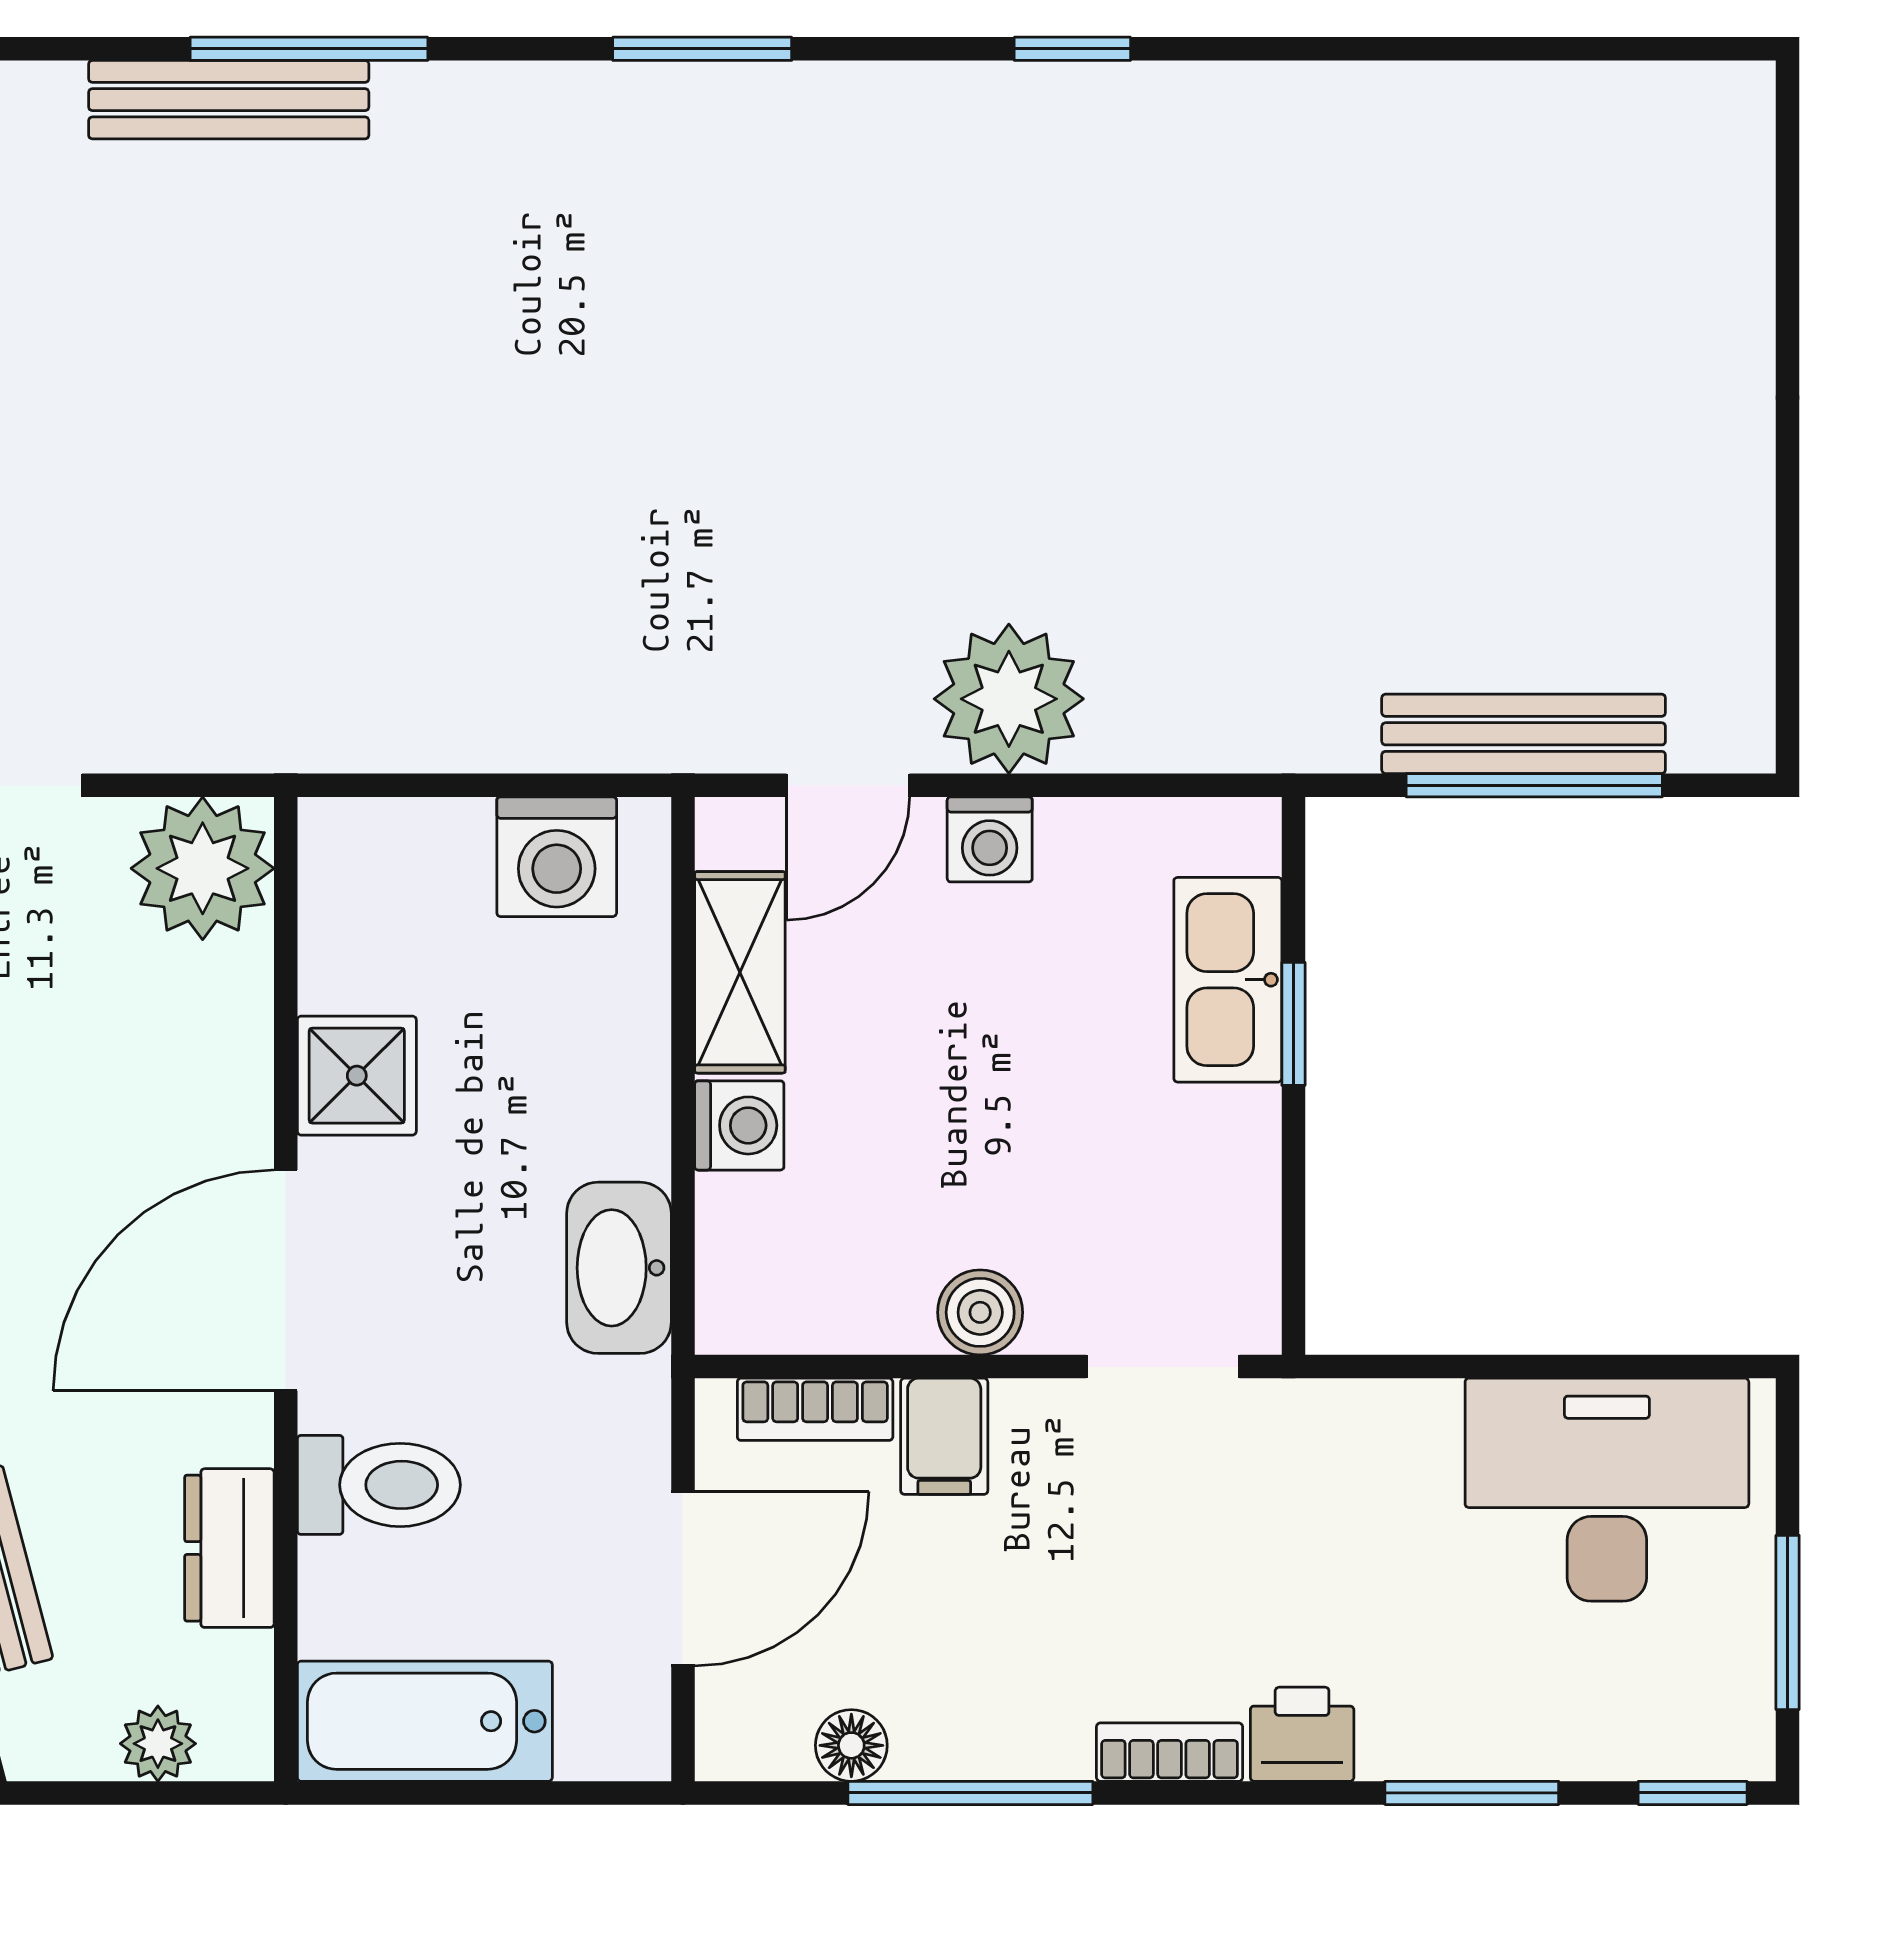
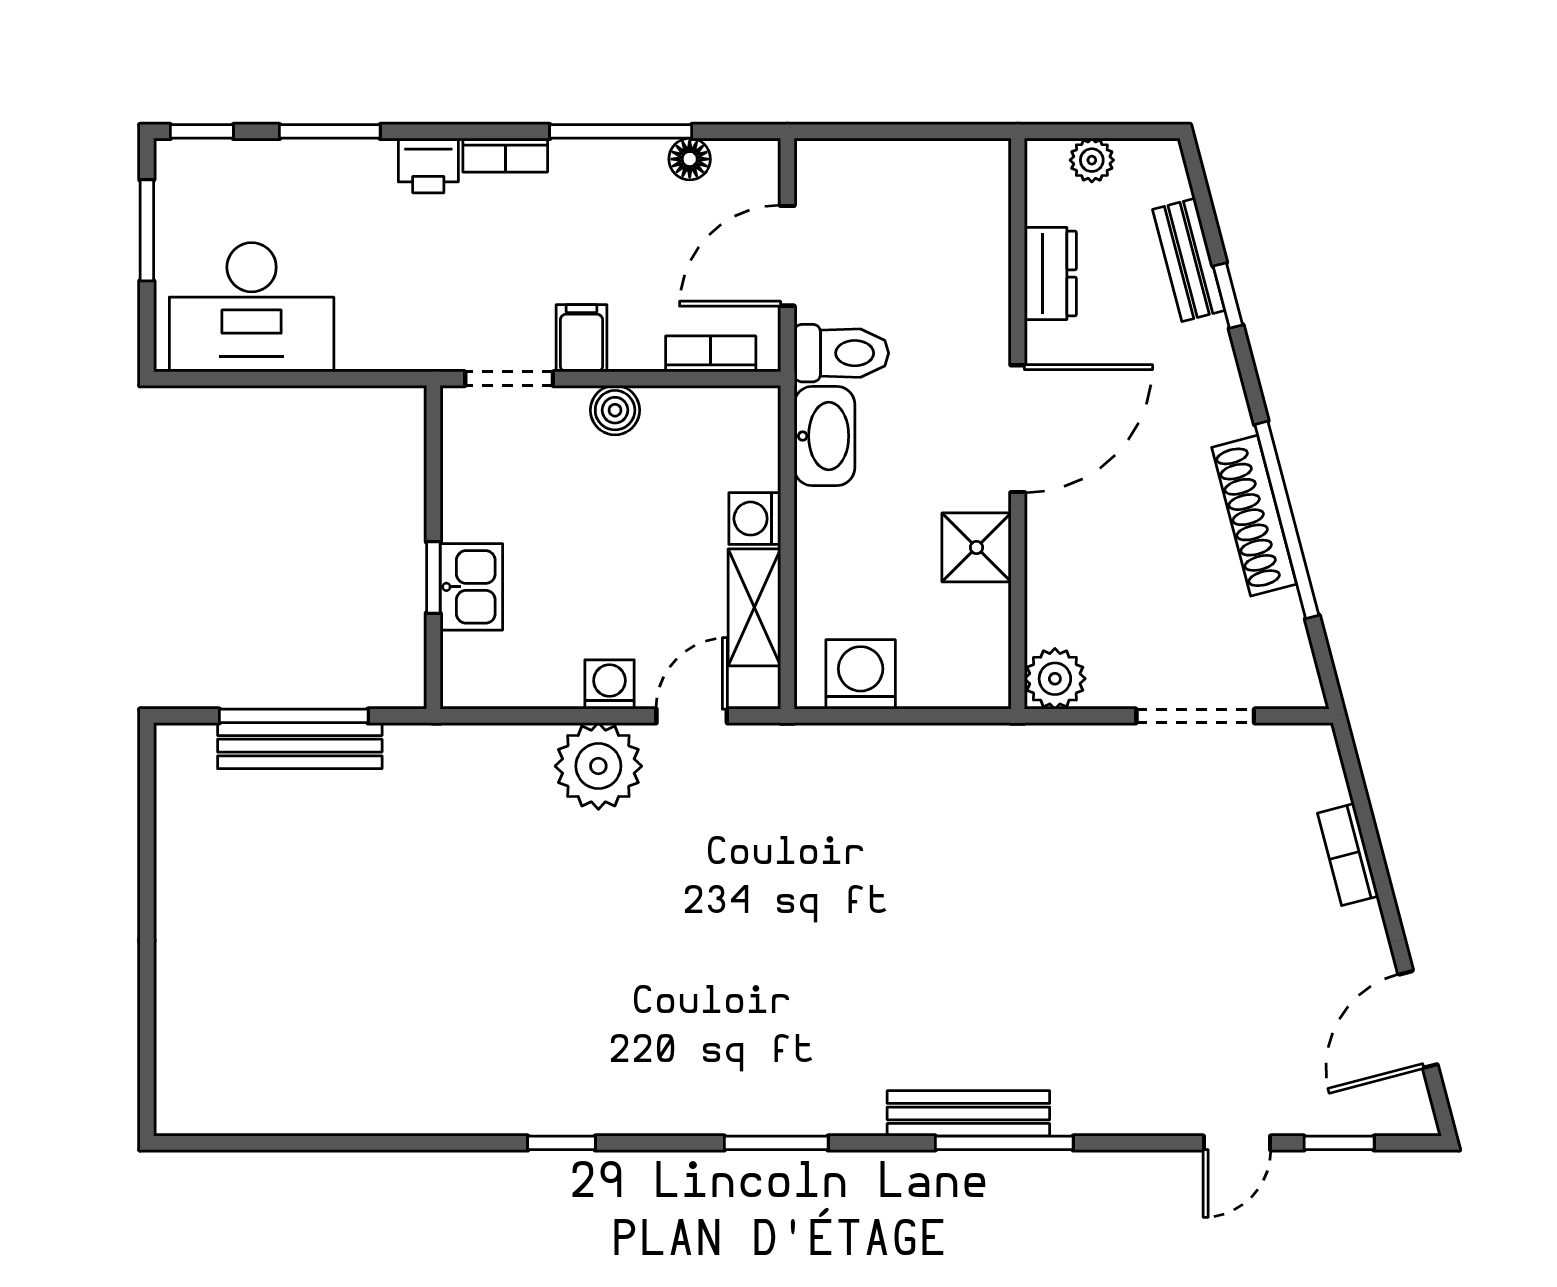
bench: (229, 100) -> (968, 1113), moved
plant: (203, 868) -> (1055, 679), width x0.73, depth x0.73
kitchen sink: (1228, 980) -> (471, 587), width x0.73
filing cabinet: (944, 1436) -> (582, 338), moved
toilet: (379, 1485) -> (841, 353), moved, turned 180
bathtub: (425, 1721) -> (937, 173), removed

